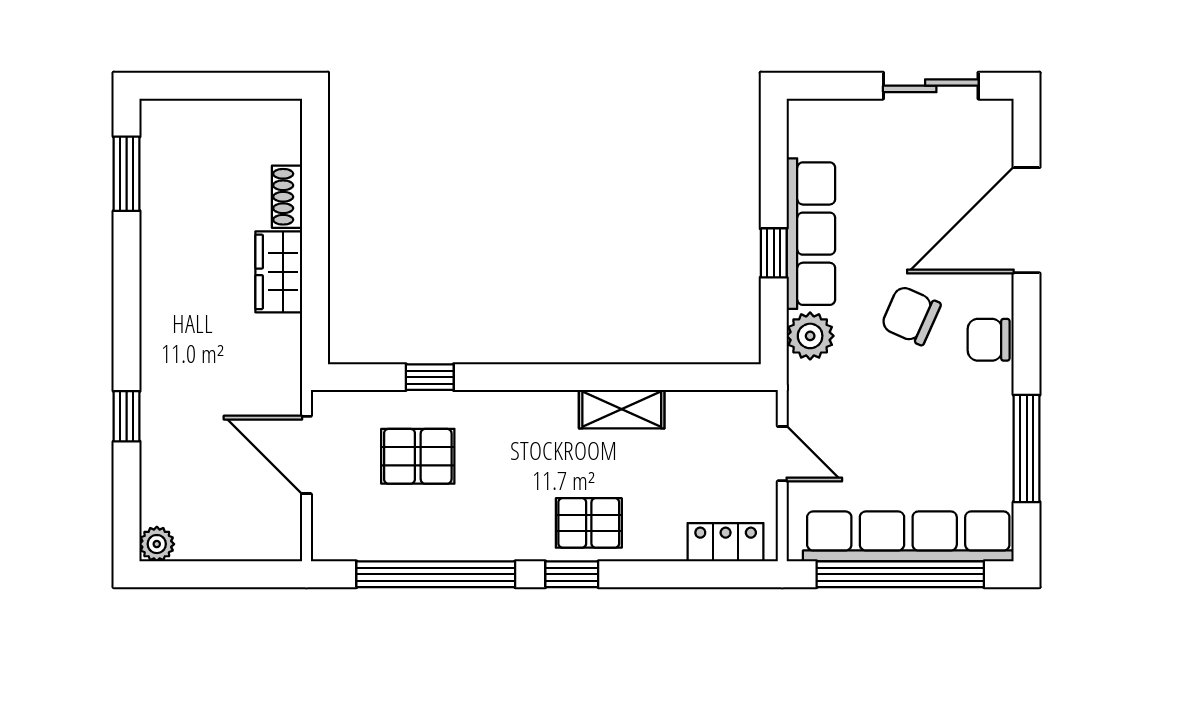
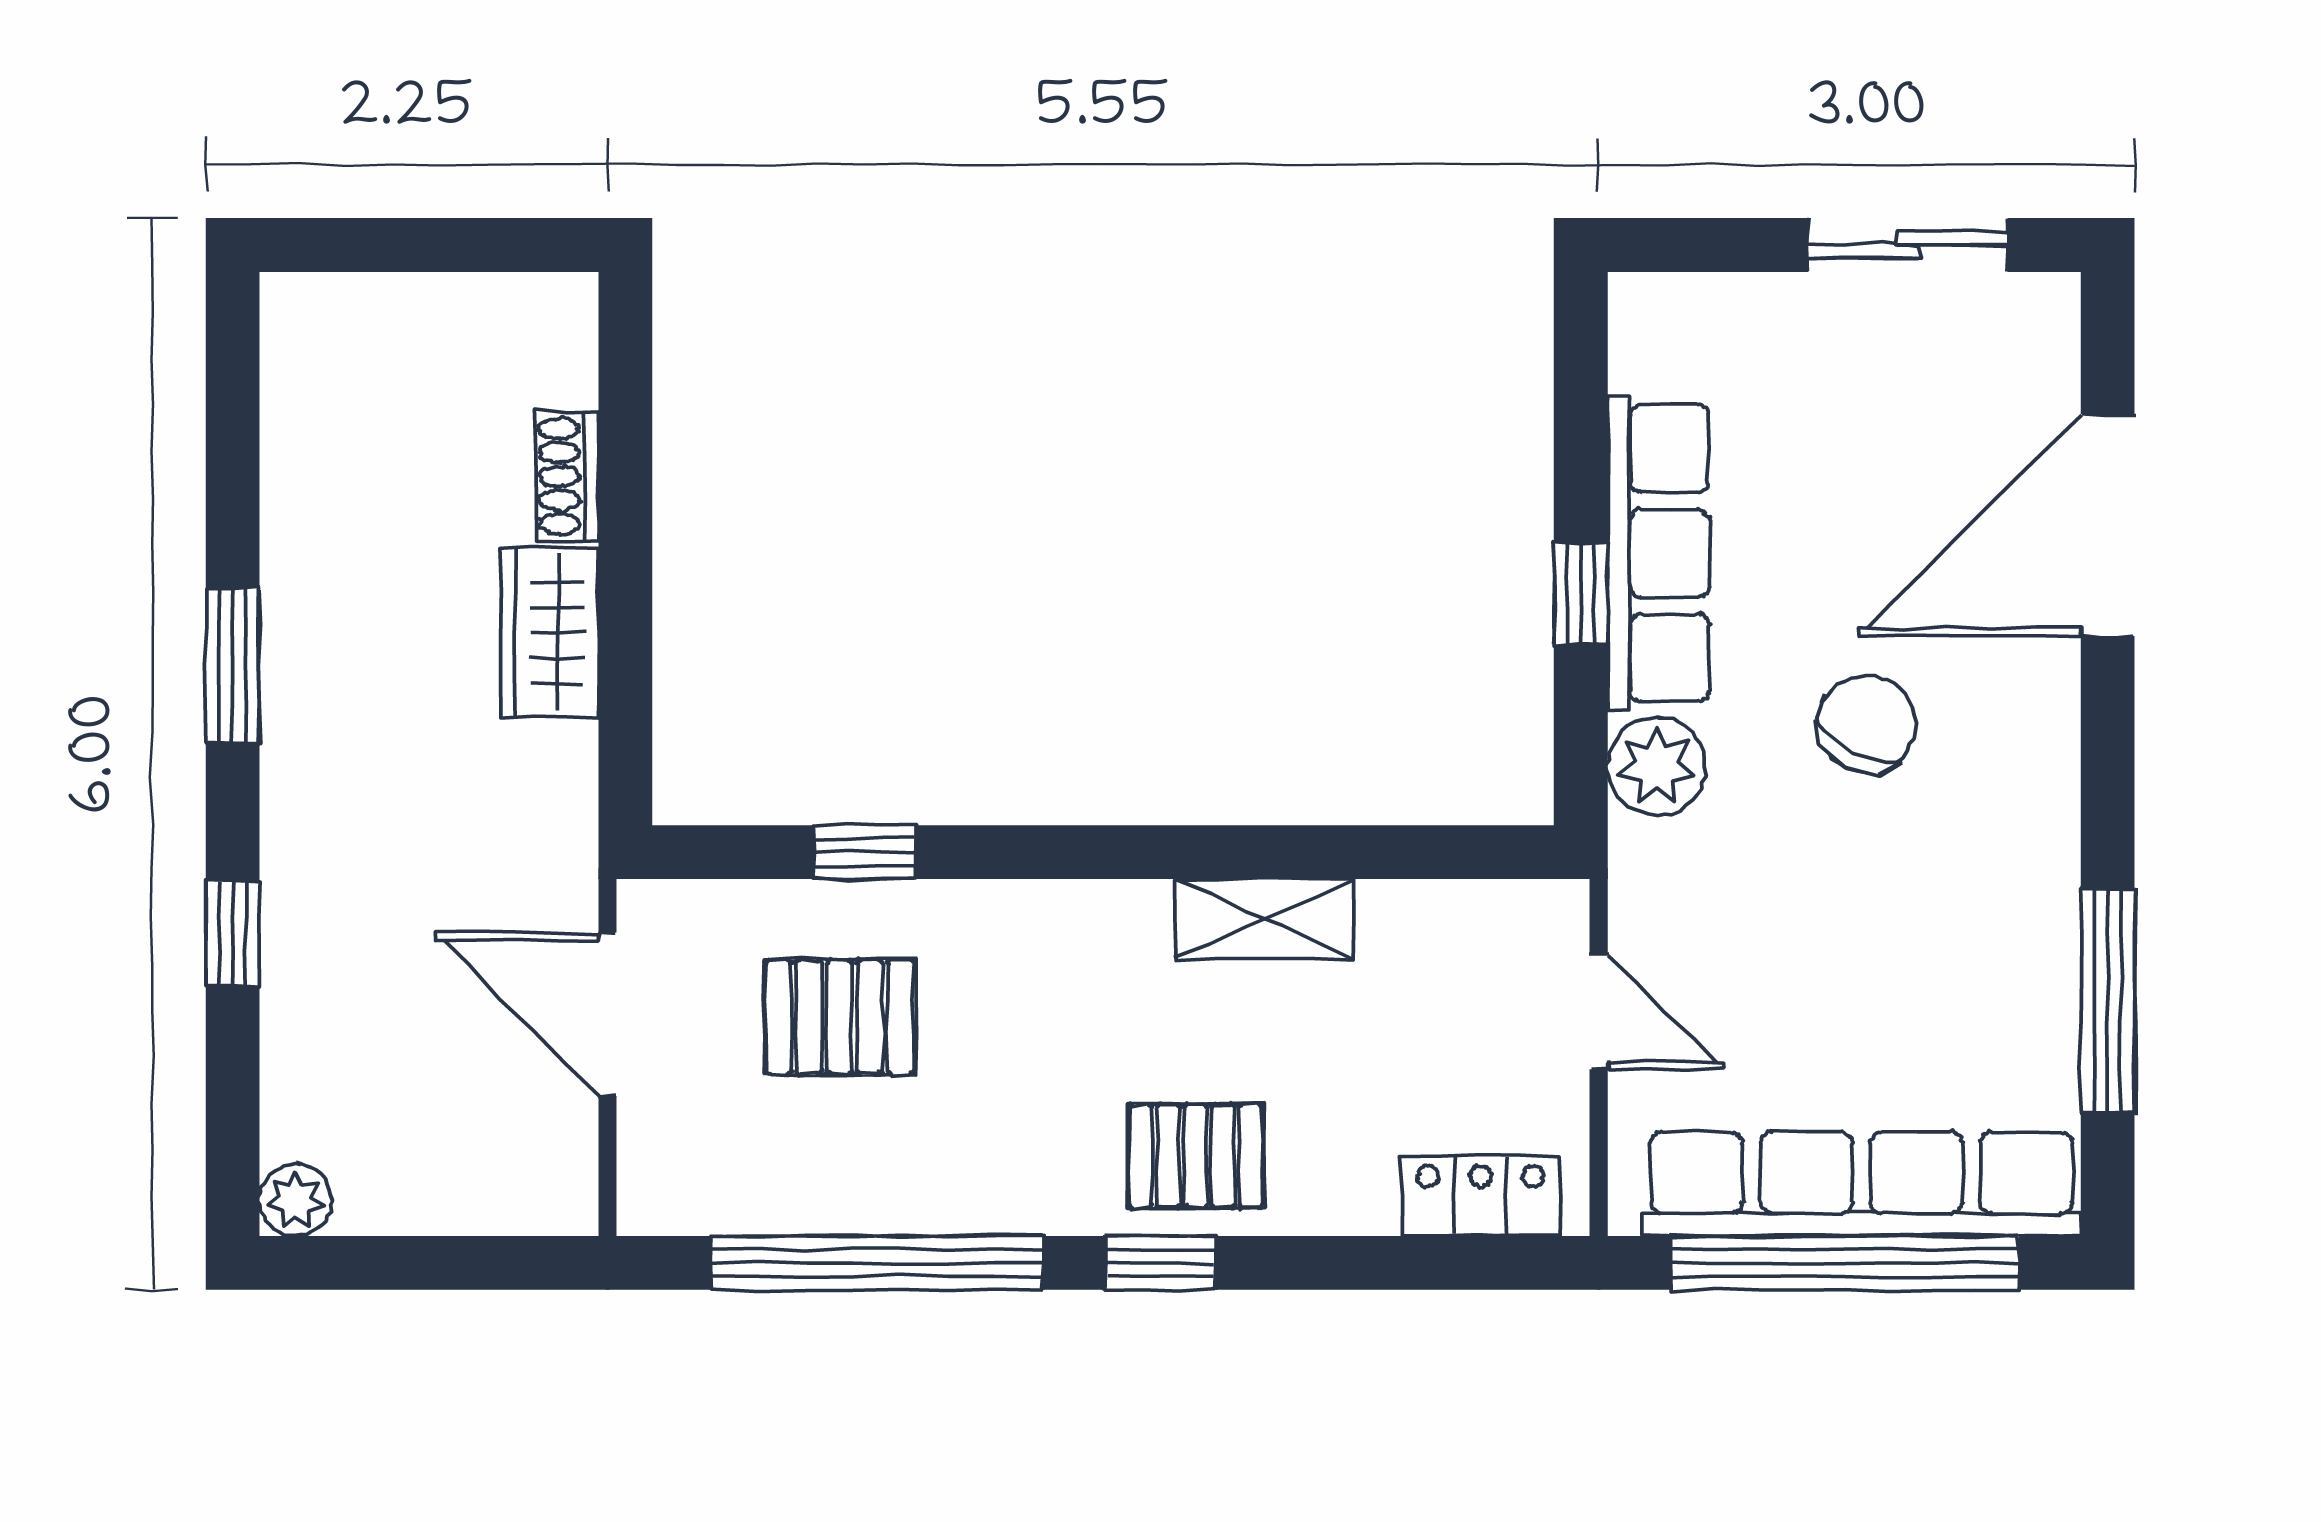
window: (127, 174) -> (233, 666), moved
chair: (911, 315) -> (1866, 724), turned 92
chair: (989, 340) -> (2029, 774), removed

